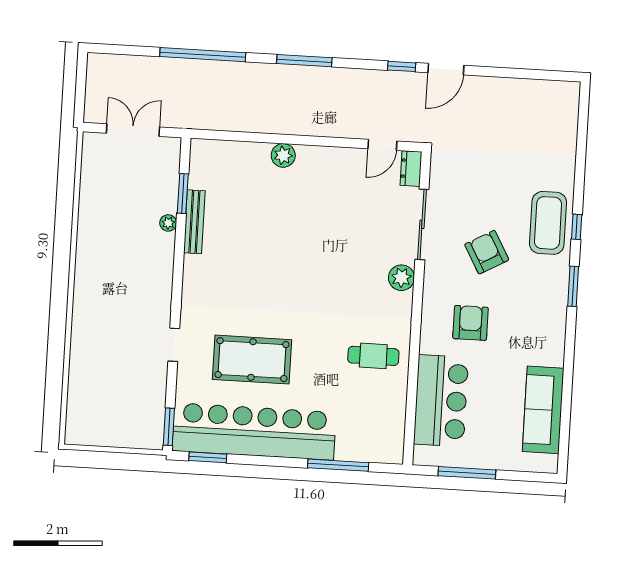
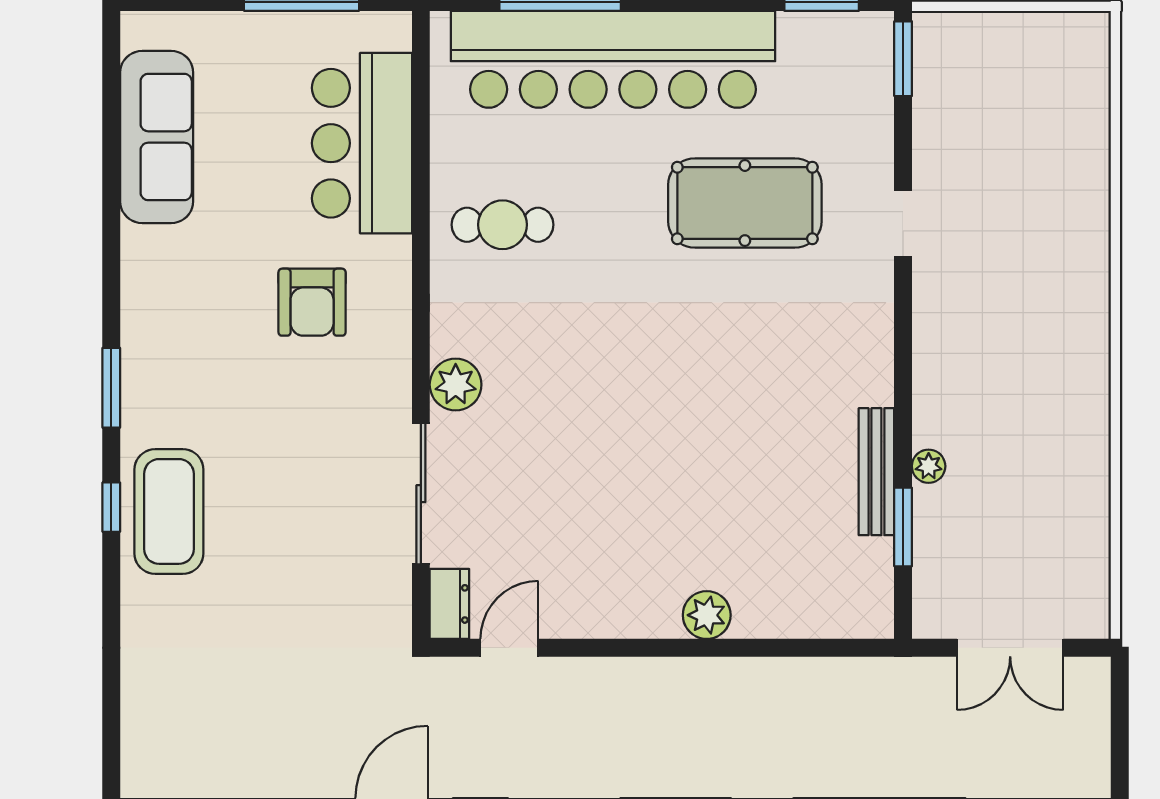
armchair: (487, 252) -> (288, 446), removed
bar counter: (254, 432) -> (613, 59), moved

